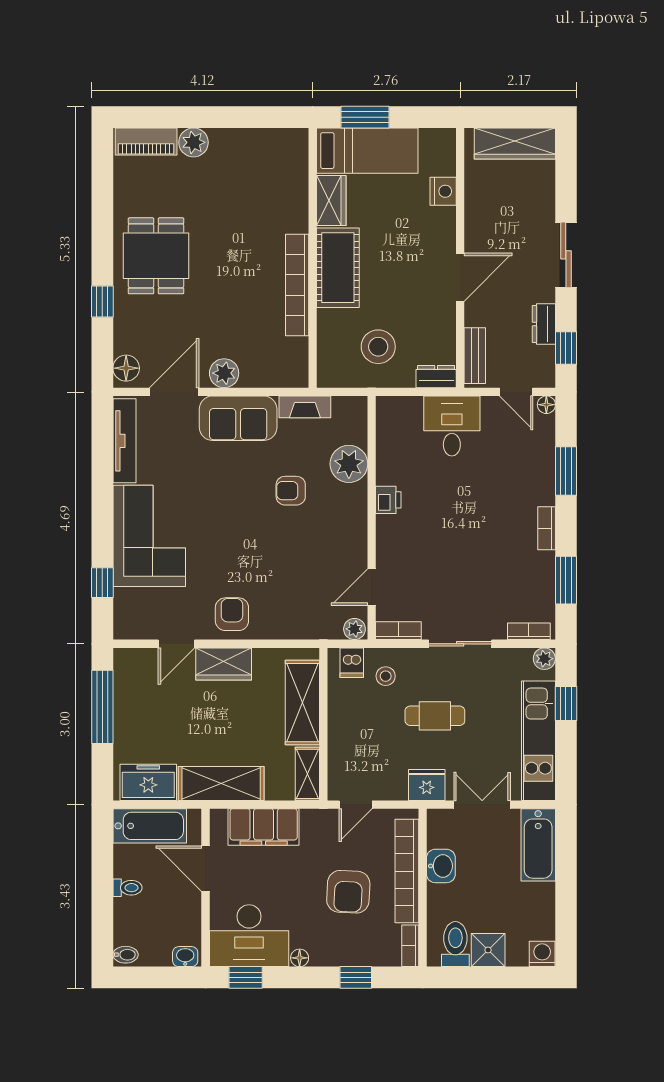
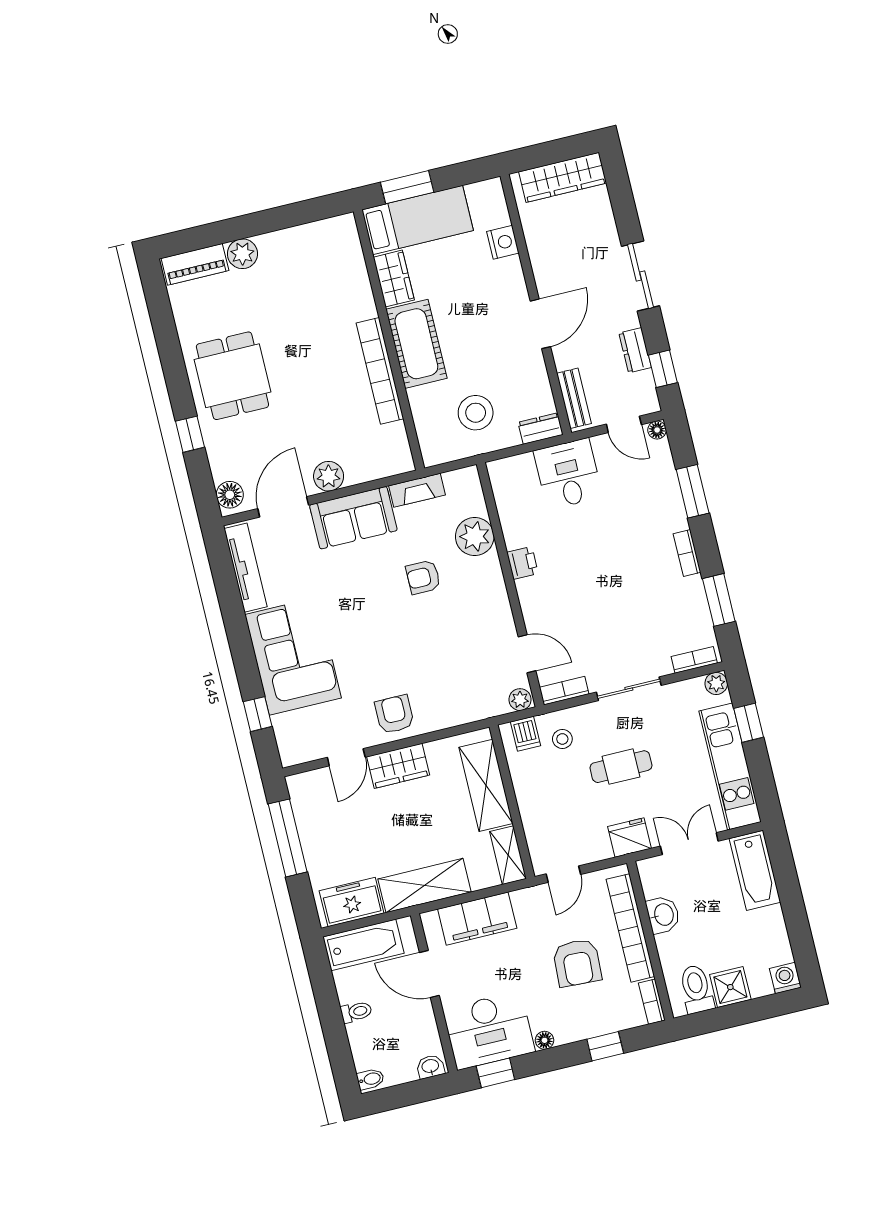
door: (372, 587) -> (527, 654), swing flipped

